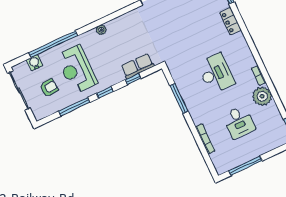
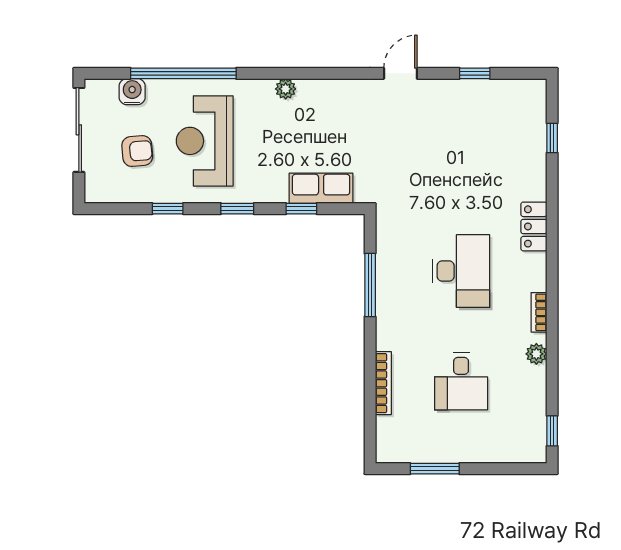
locker: (231, 21) -> (534, 226), moved
plant: (262, 96) -> (536, 354), width x0.53, depth x0.53
window: (74, 107) -> (168, 209), width x0.46
window: (245, 166) -> (435, 469), width x0.69

